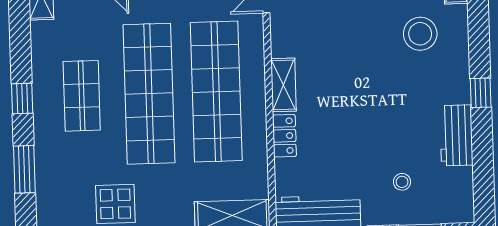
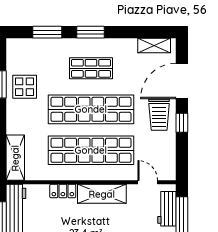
shelving: (283, 85) -> (102, 194), width x1.50, depth x1.33
window: (22, 99) -> (90, 32), width x1.50

